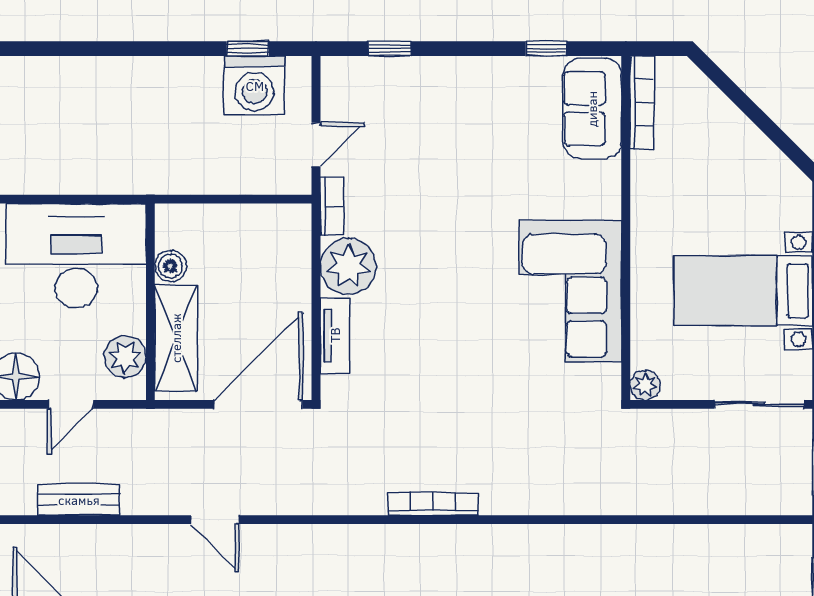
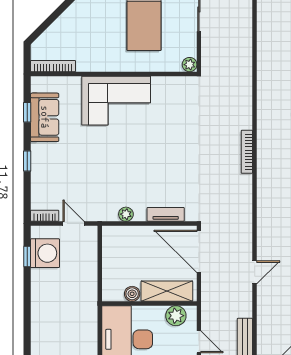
window: (390, 49) -> (27, 161), moved
sofa: (592, 109) -> (45, 117), moved, turned -90
bookcase: (332, 206) -> (45, 216), moved
plant: (348, 266) -> (126, 214), width x0.53, depth x0.53
corner sofa: (571, 291) -> (116, 101), moved
bookcase: (433, 504) -> (247, 152), moved

